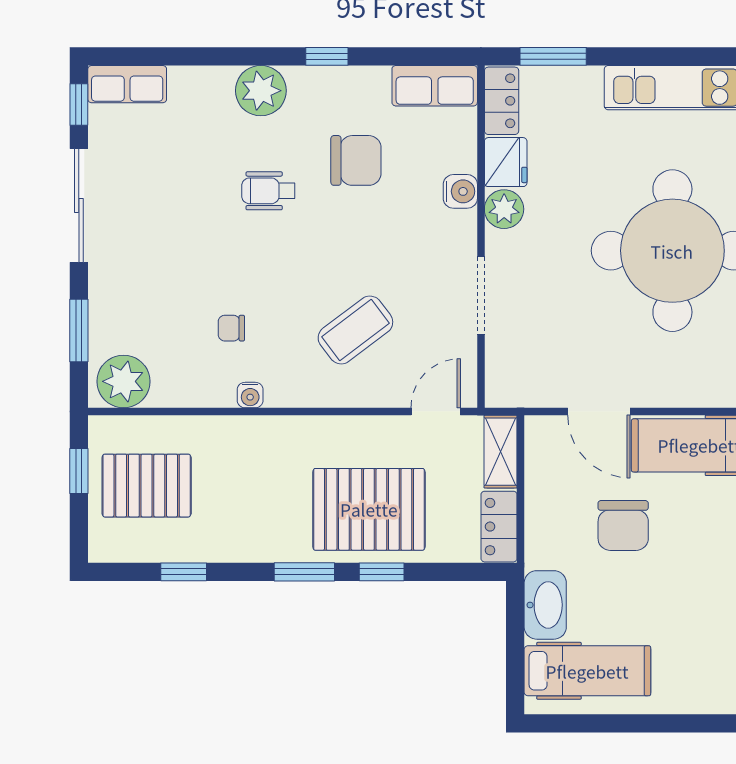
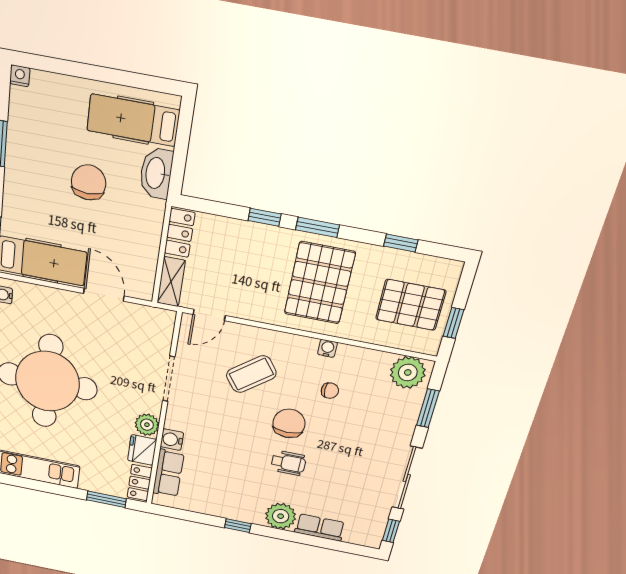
row of seats: (127, 84) -> (320, 527), moved
row of seats: (435, 86) -> (168, 473), moved, turned 90
chair: (356, 160) -> (289, 423), moved, turned 90
pallet: (369, 509) -> (320, 283), moved, turned 90
chair: (623, 526) -> (89, 182), moved

